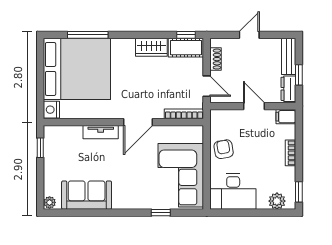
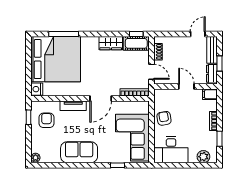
door: (249, 35) -> (198, 34), moved
armchair: (64, 152) -> (46, 120), added
window: (299, 192) -> (220, 139), moved
sofa: (87, 195) -> (79, 152), moved

